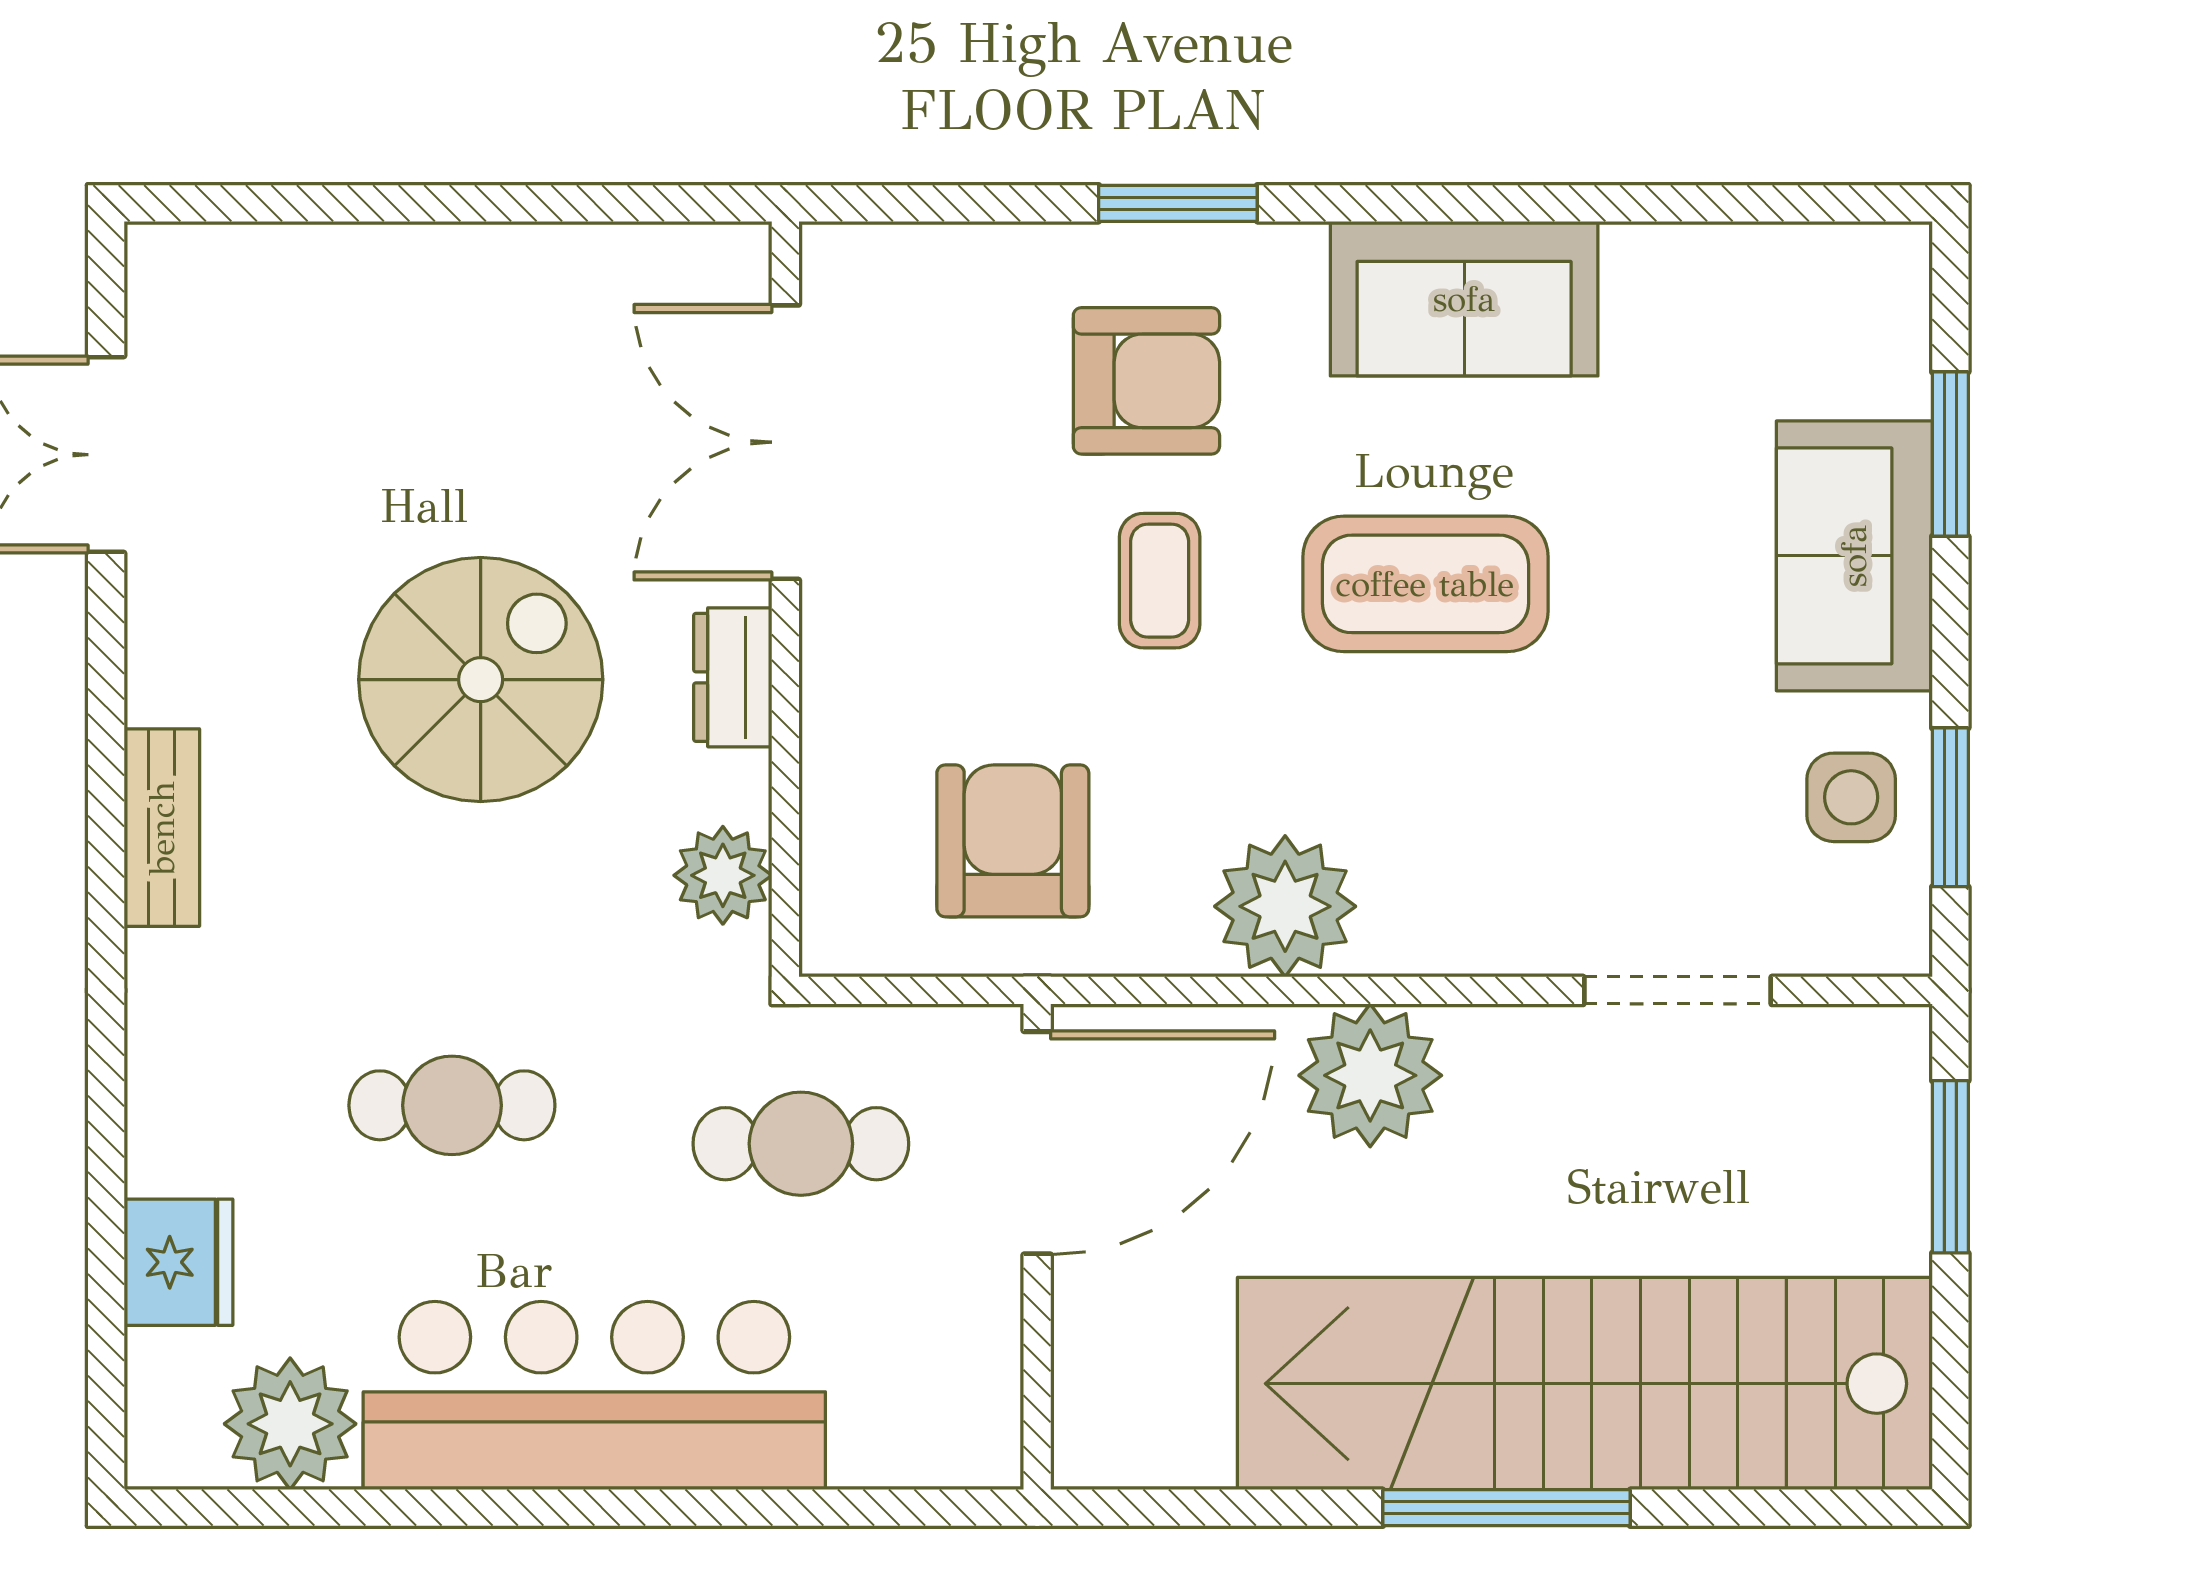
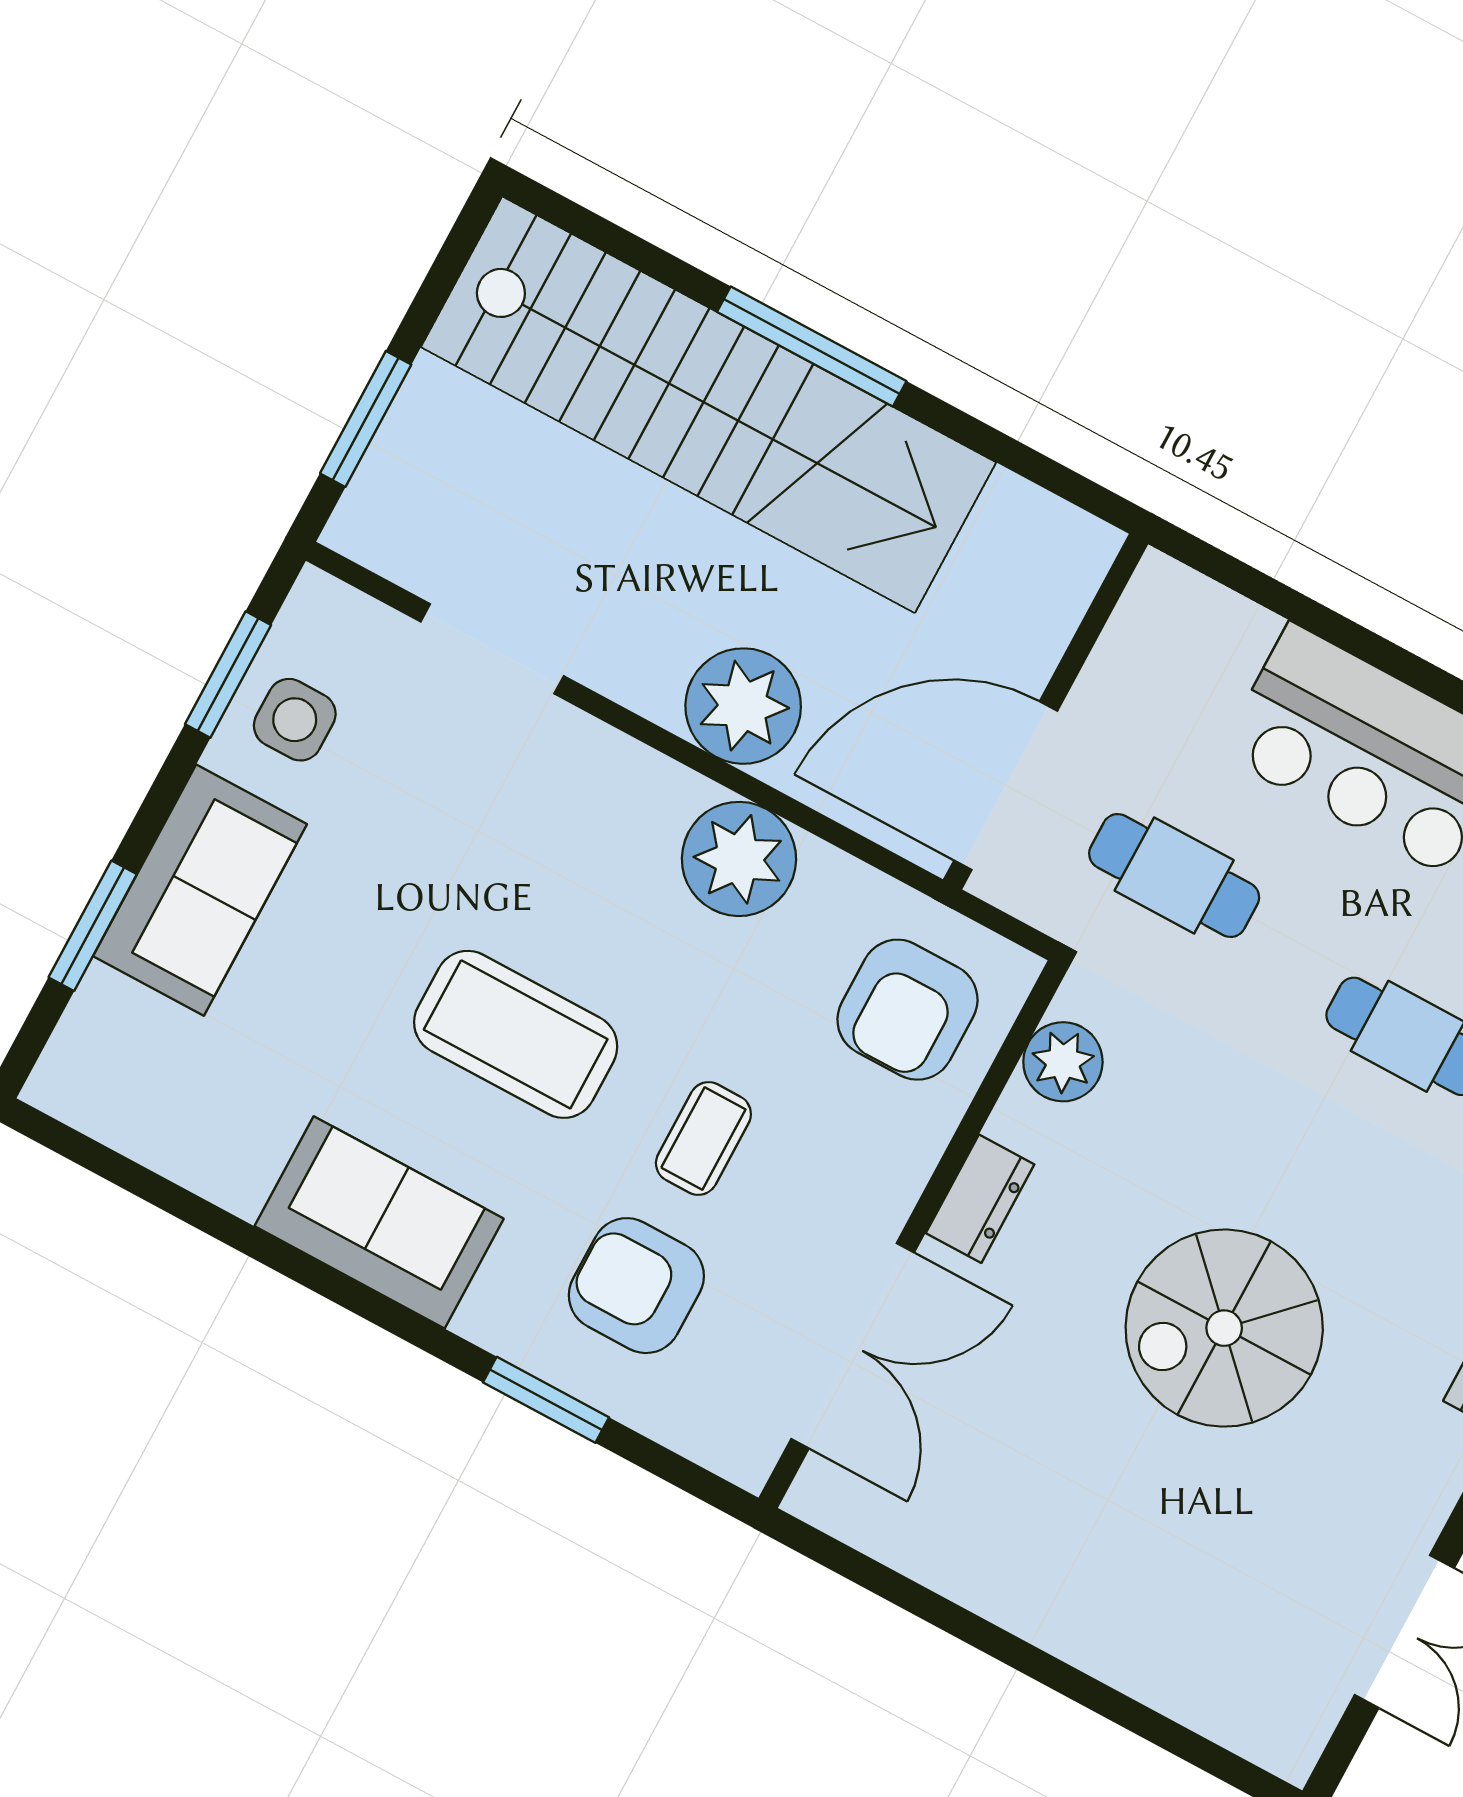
double door: (785, 442) -> (853, 1346), moved
wall: (785, 599) -> (913, 1234), moved
dresser: (733, 677) -> (980, 1199), moved
plant: (723, 875) -> (1063, 1062), moved

